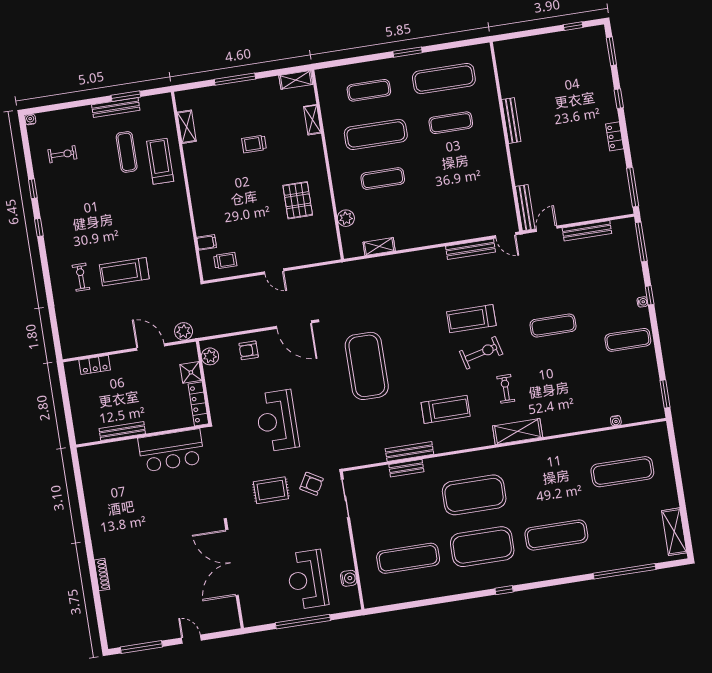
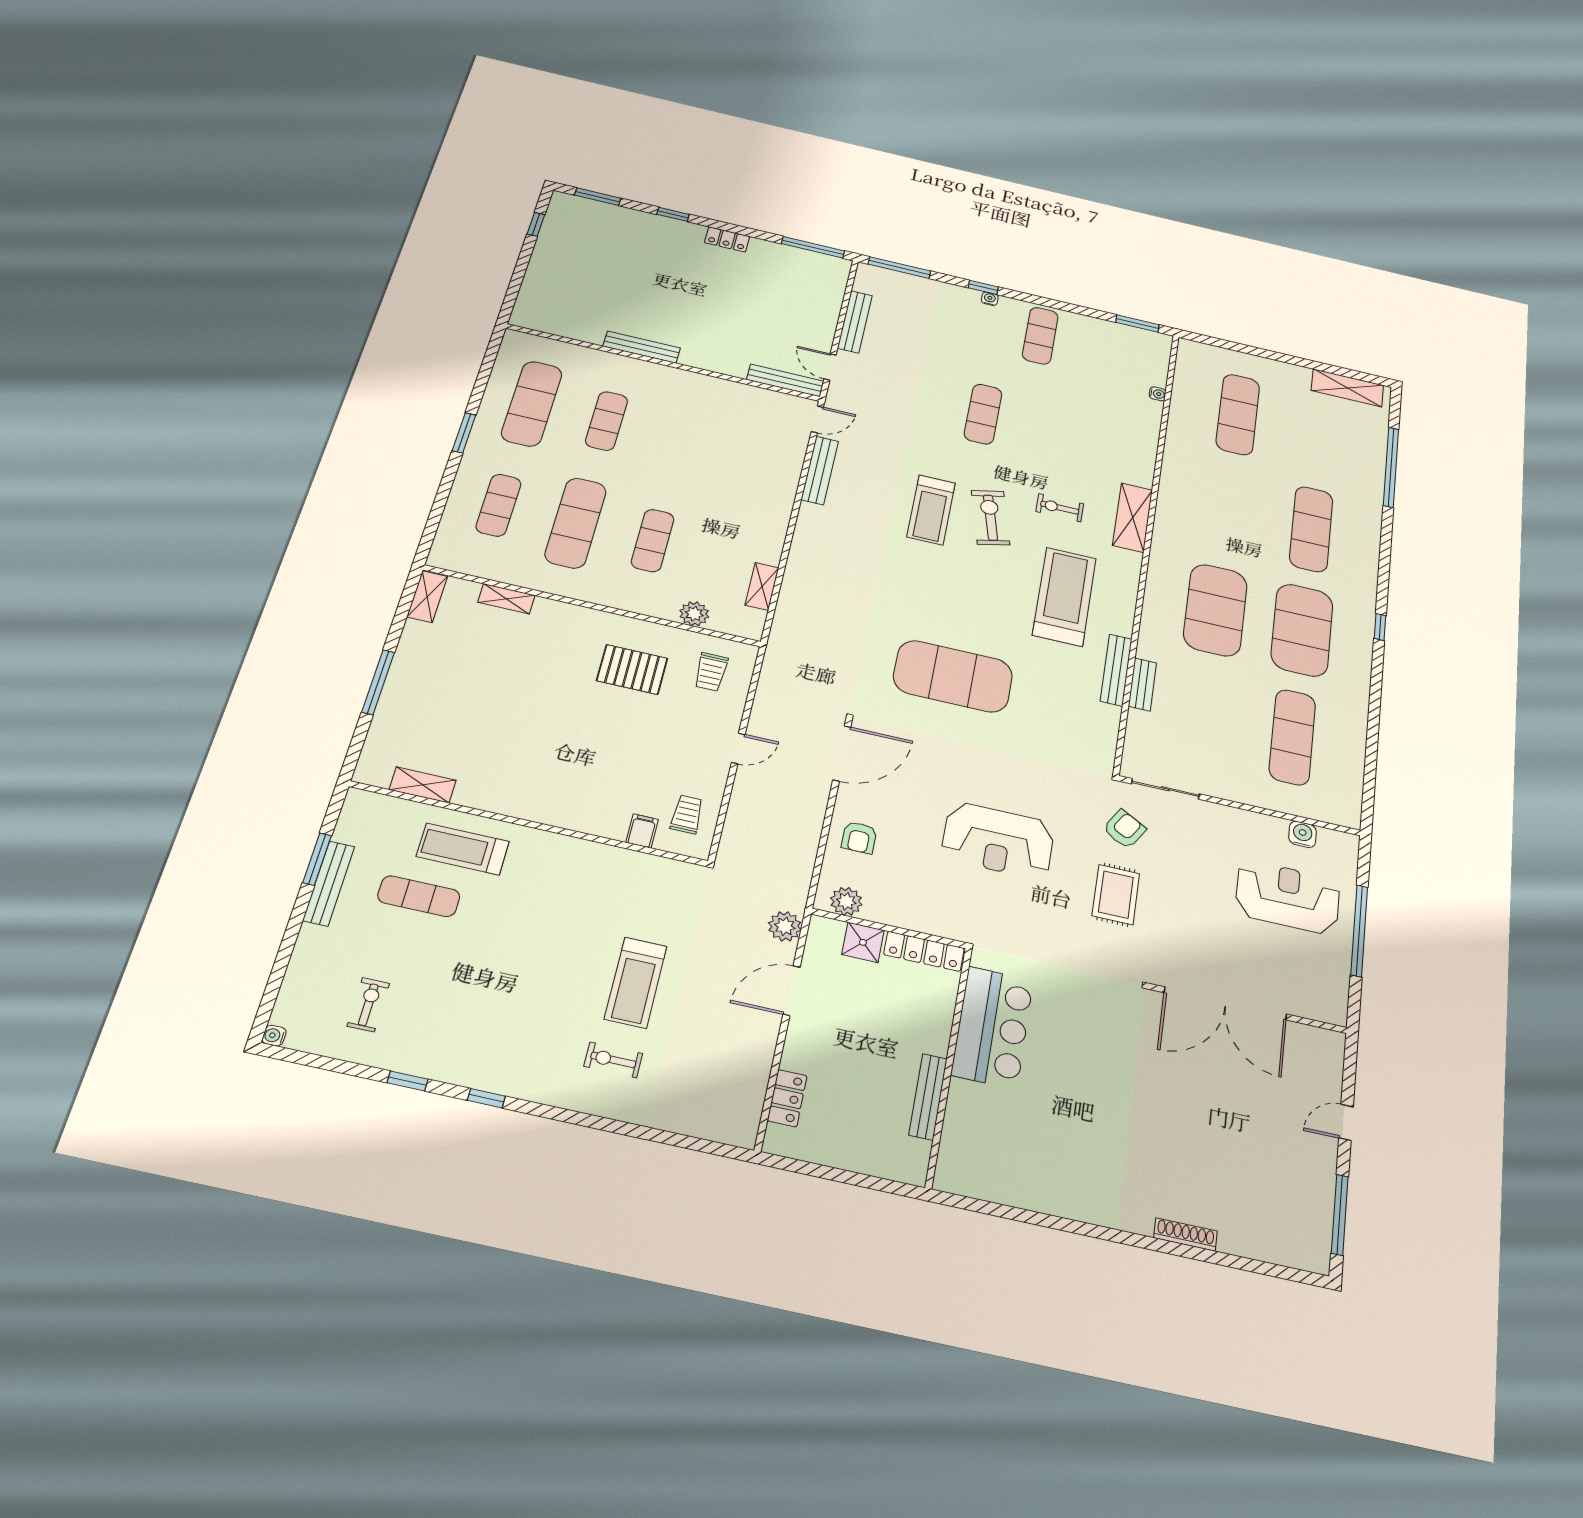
trolley: (254, 144) -> (711, 672), moved
treadmill: (446, 409) -> (1064, 597), width x1.37, depth x1.38
reception desk: (307, 580) -> (1288, 897), turned 180

